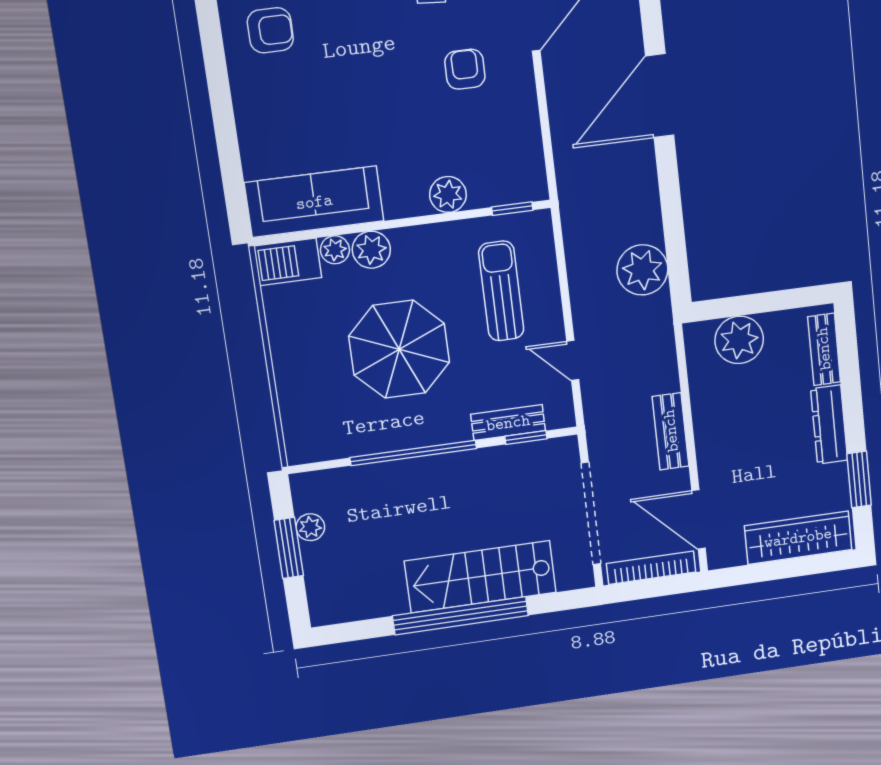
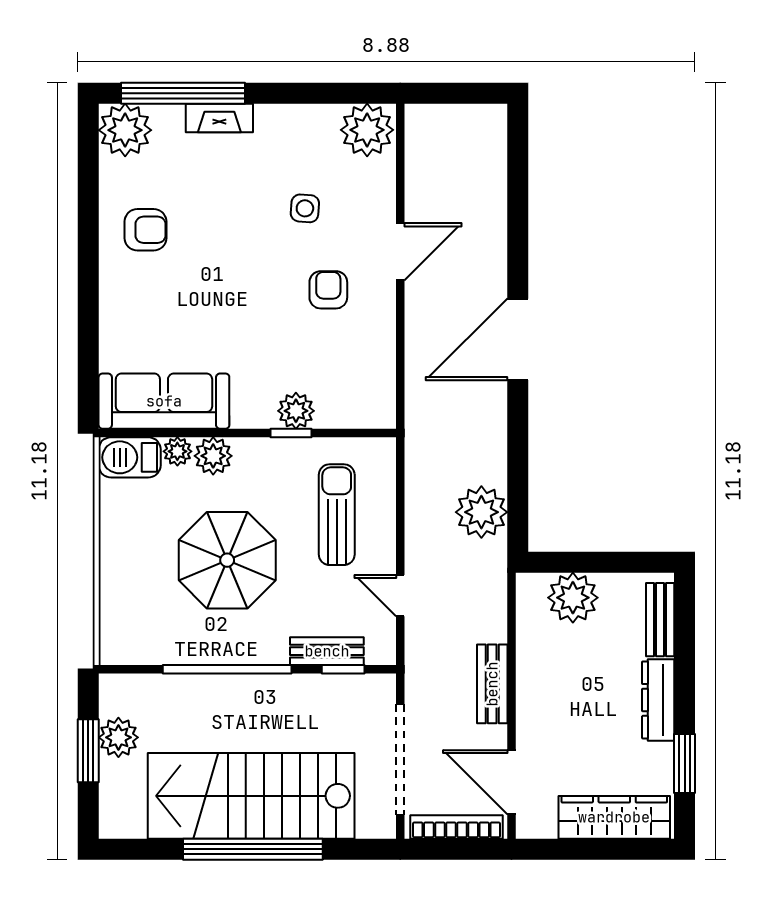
window: (512, 209) -> (291, 433), moved
plant: (310, 527) -> (118, 737), width x1.38, depth x1.38
stairs: (480, 577) -> (251, 796), width x1.36, depth x1.51

